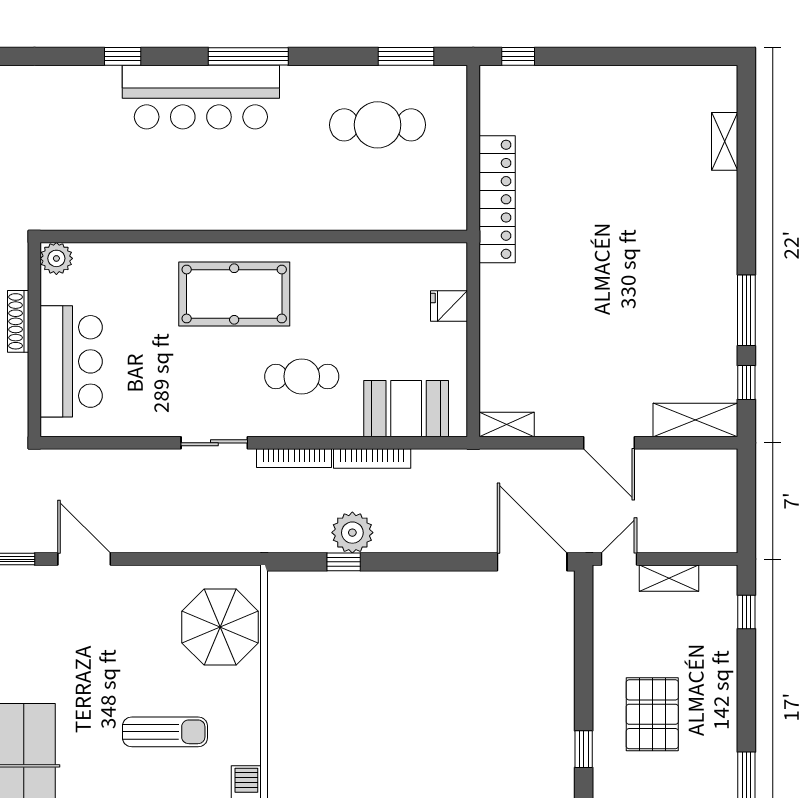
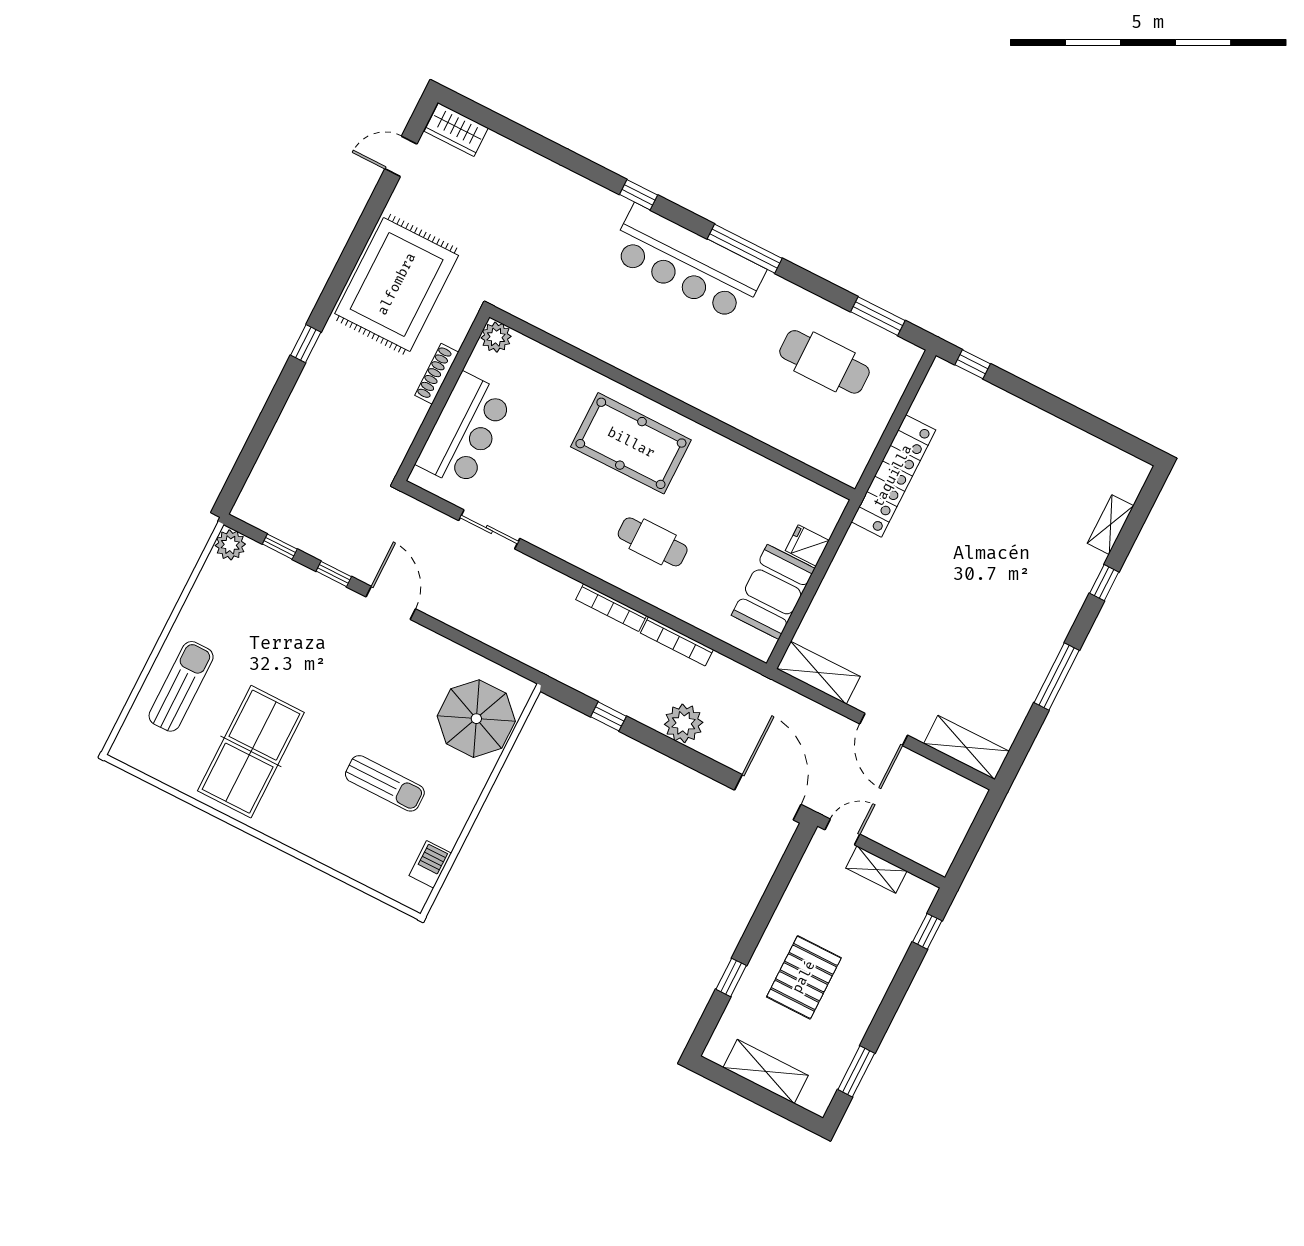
window: (746, 382) -> (1104, 583), moved
booth: (406, 409) -> (773, 592), moved, turned 90
shelving: (507, 425) -> (818, 673), width x1.50, depth x1.33
sliding door: (214, 443) -> (489, 529), moved
plant: (352, 533) -> (684, 723), moved

